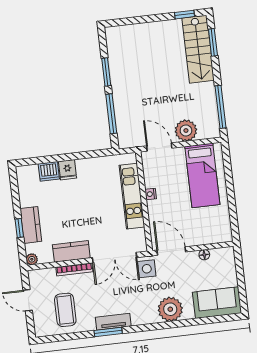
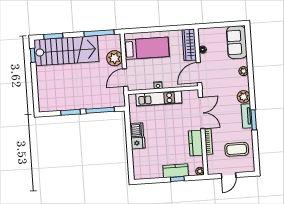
stairs: (198, 49) -> (66, 51), width x1.36, depth x1.51
dishwasher: (49, 171) -> (137, 130), moved
wardrobe: (210, 235) -> (189, 45), added
side table: (147, 269) -> (210, 91), removed
plant: (170, 309) -> (244, 71), width x0.53, depth x0.53
plant: (140, 316) -> (244, 97), added

